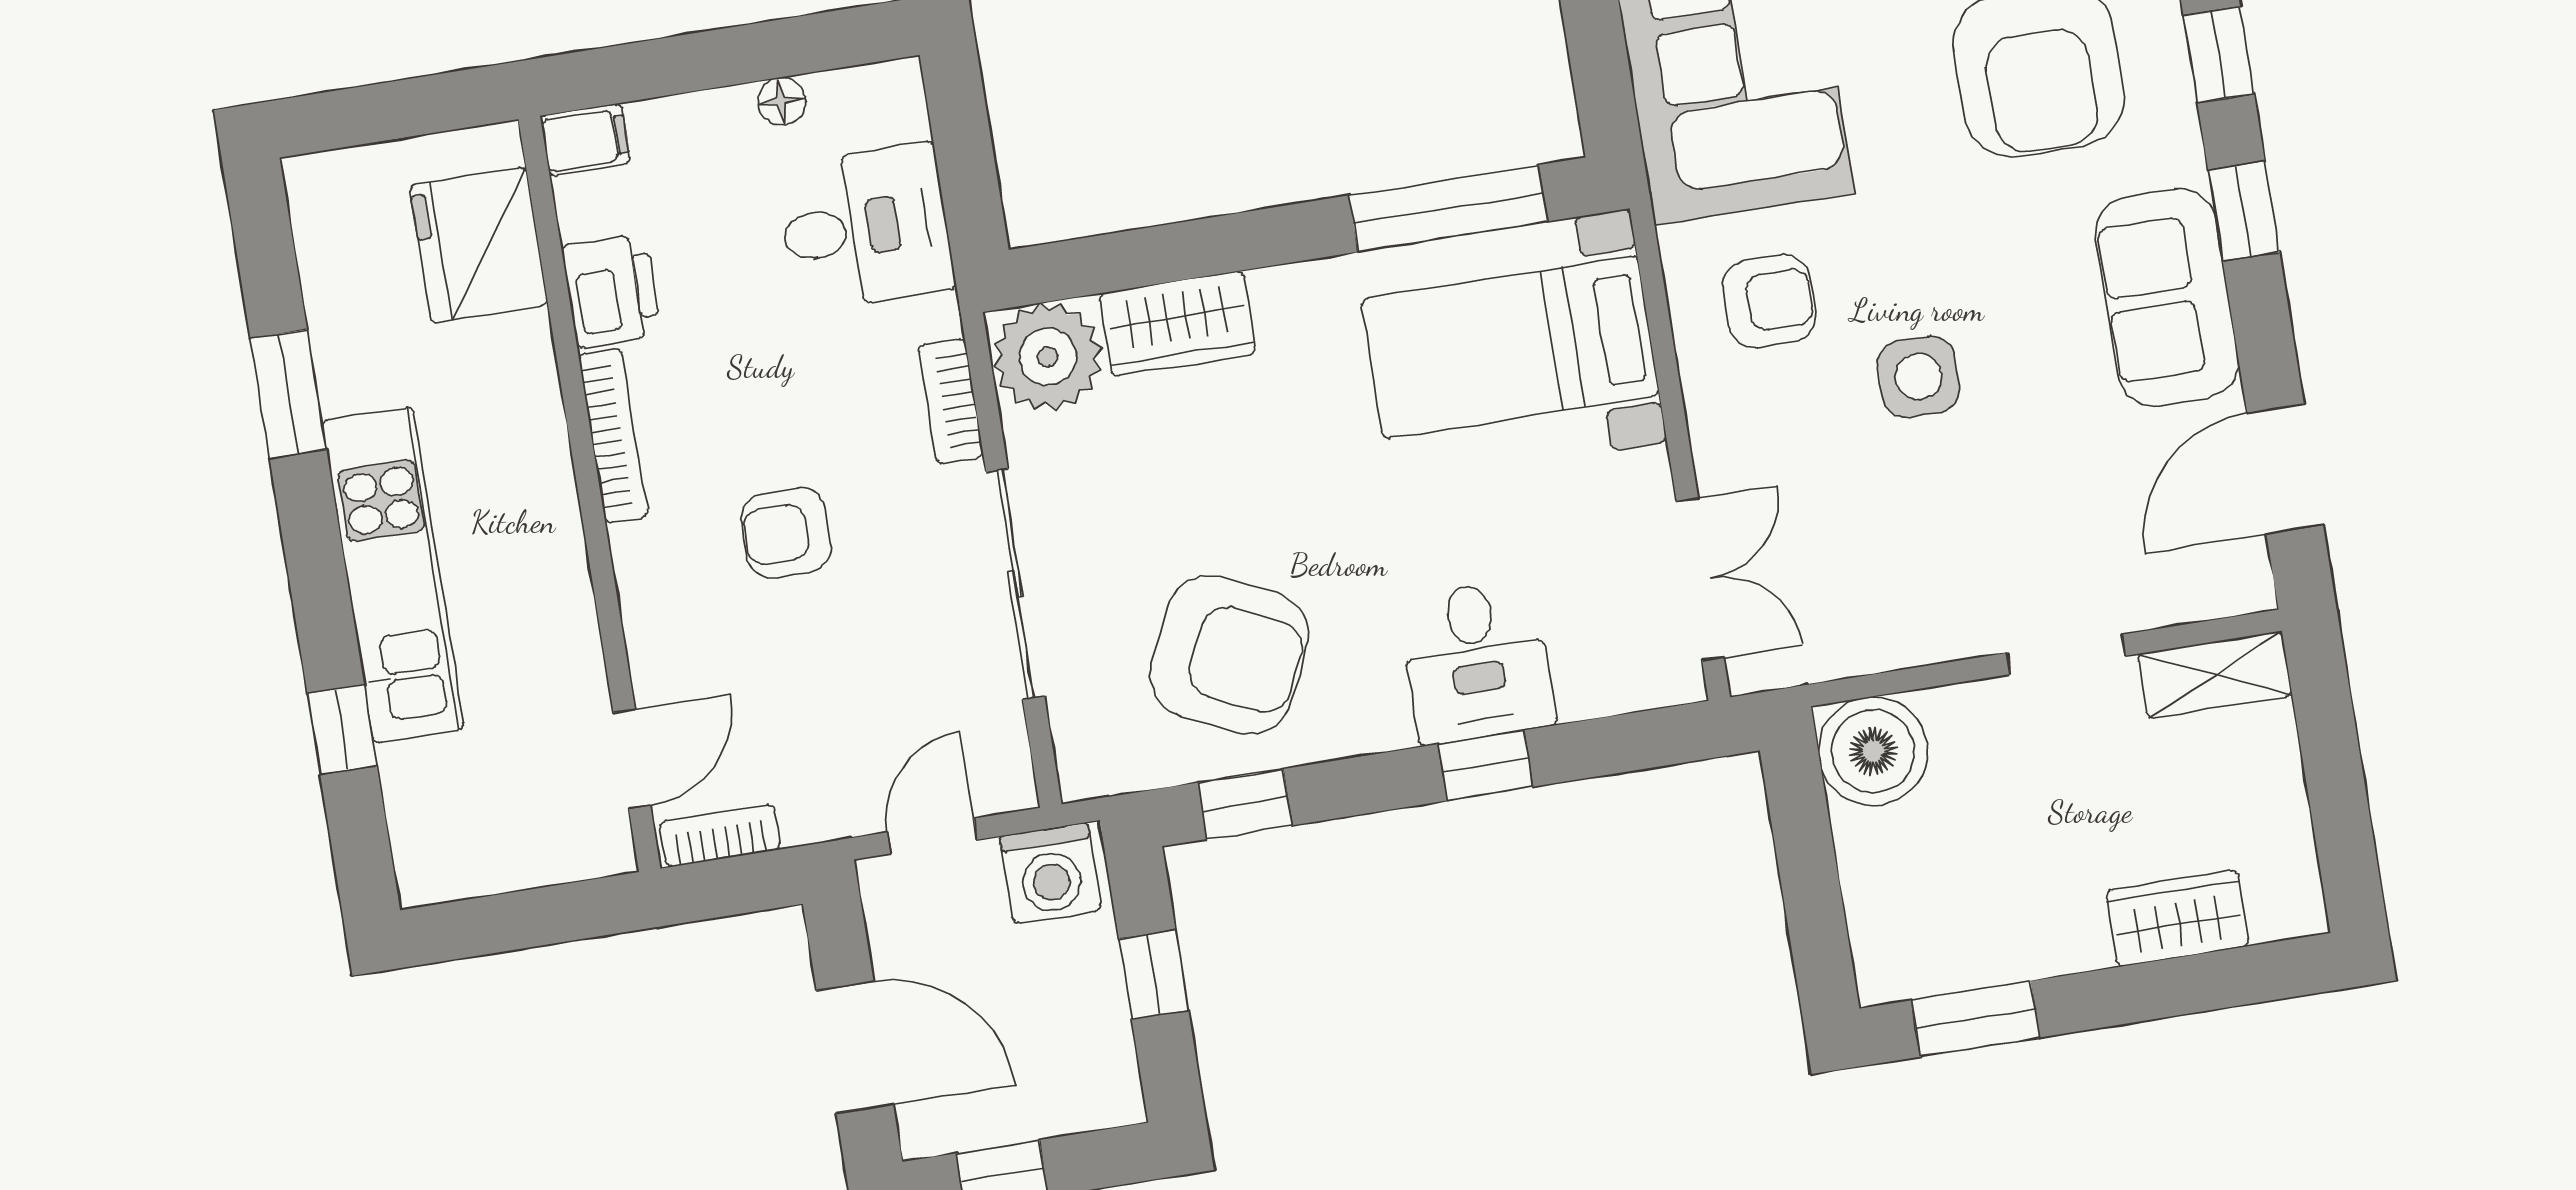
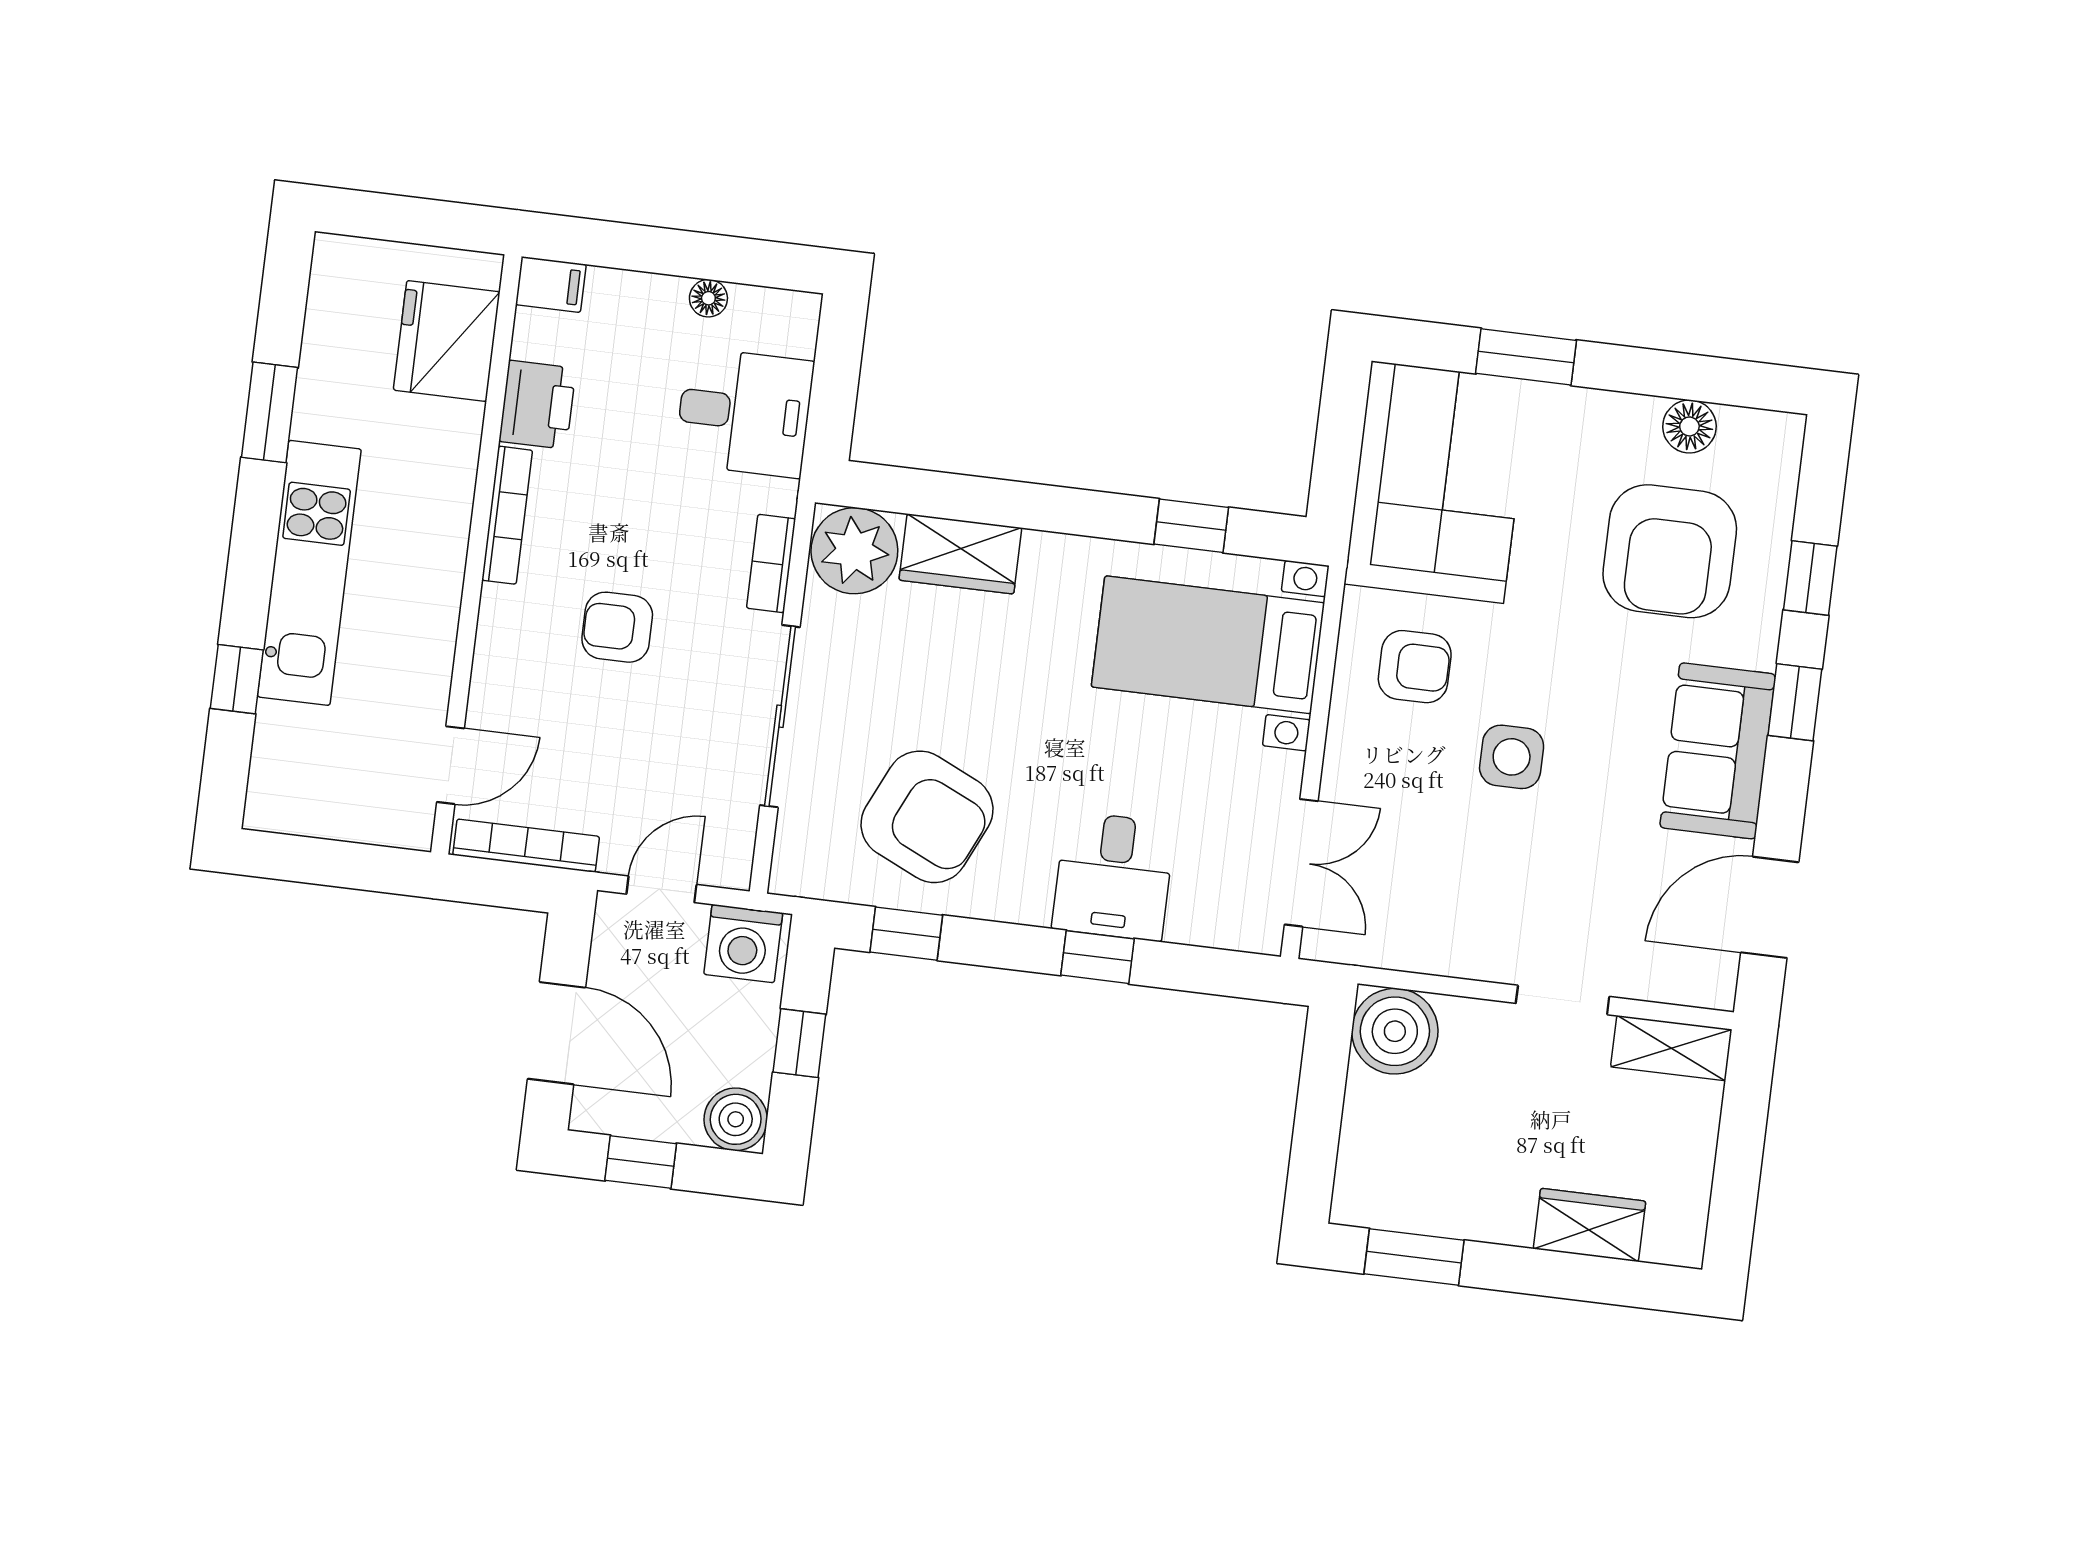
window: (1448, 208) -> (1191, 526), width x0.46
bookcase: (720, 836) -> (526, 846), width x1.56
boiler: (1103, 1089) -> (736, 1119), added

